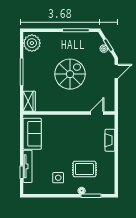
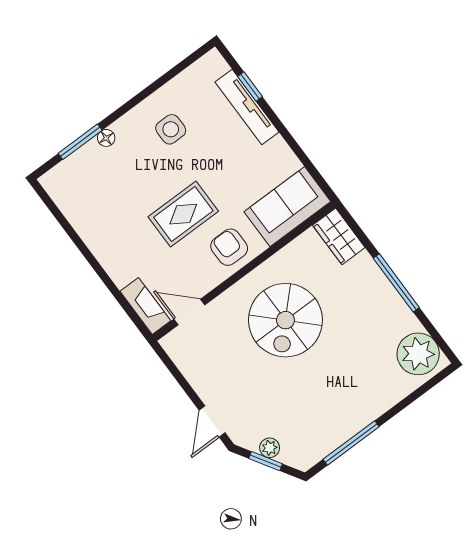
spiral stairs: (70, 74) -> (285, 320), moved
door: (97, 113) -> (189, 312), swing flipped
armchair: (68, 125) -> (229, 247), added
sofa: (32, 134) -> (287, 207), moved, turned 90
fireplace: (110, 140) -> (145, 306), moved
rug: (84, 169) -> (183, 214), moved

